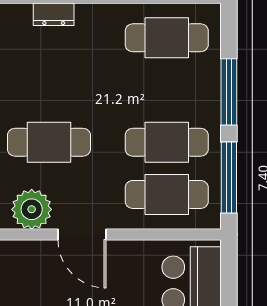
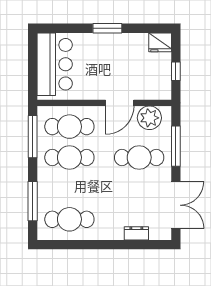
window: (229, 92) -> (33, 201), moved
door: (82, 235) -> (120, 103), swing flipped

